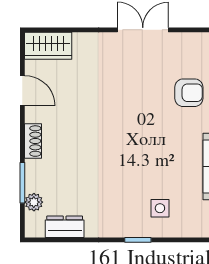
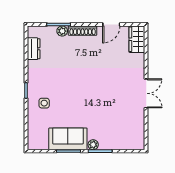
armchair: (189, 93) -> (110, 120), removed
shoe rack: (33, 141) -> (83, 31), width x1.43
plant: (34, 202) -> (62, 31), moved

